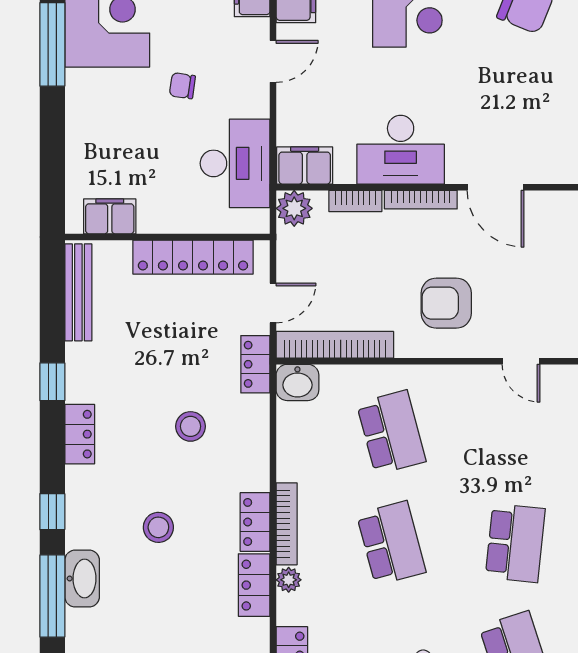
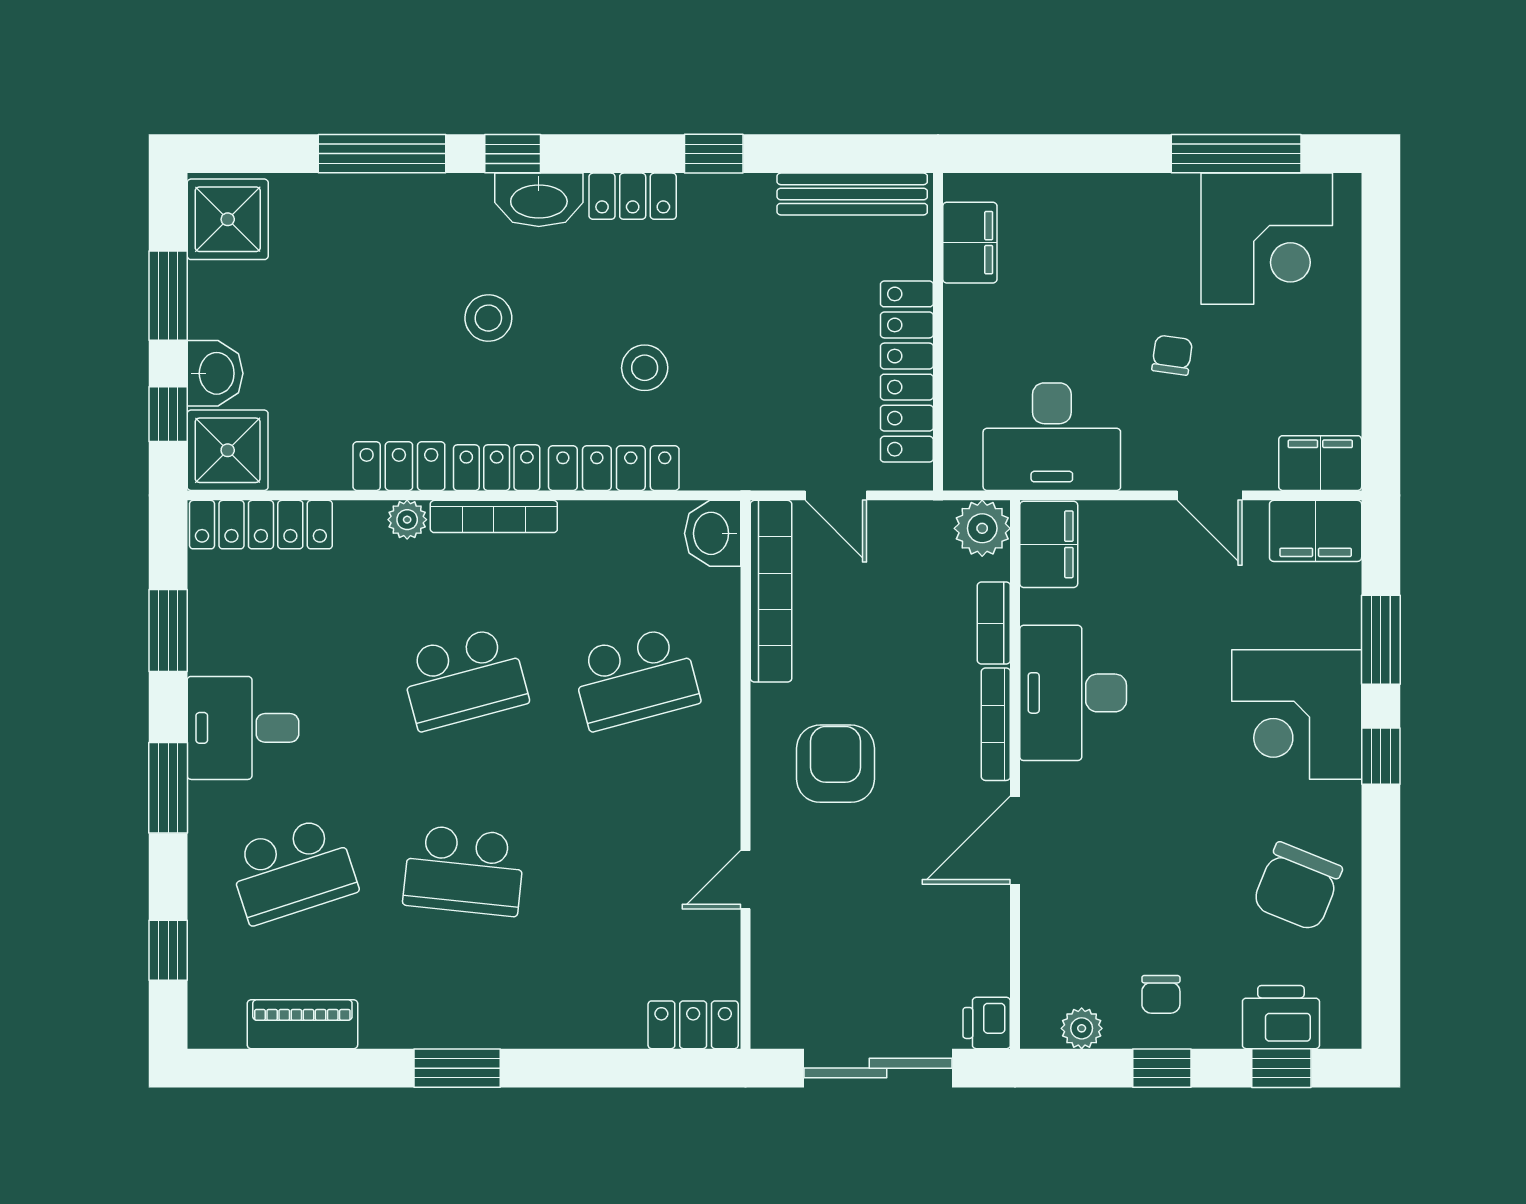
locker: (255, 364) -> (614, 468), moved, width x1.53
washbasin: (82, 579) -> (539, 200), moved

